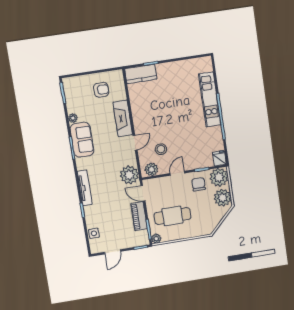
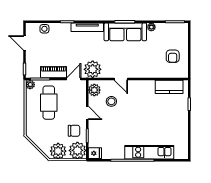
kitchen counter: (141, 74) -> (169, 87), moved, turned -90
fireplace: (123, 118) -> (144, 71), removed
sofa: (82, 140) -> (125, 32), width x1.36

